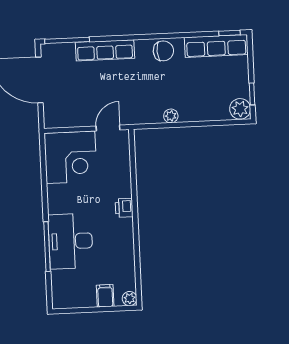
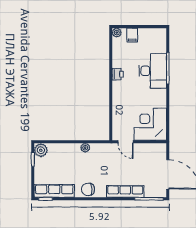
door: (108, 128) -> (126, 142), hinge flipped
printer: (124, 208) -> (118, 74), moved

